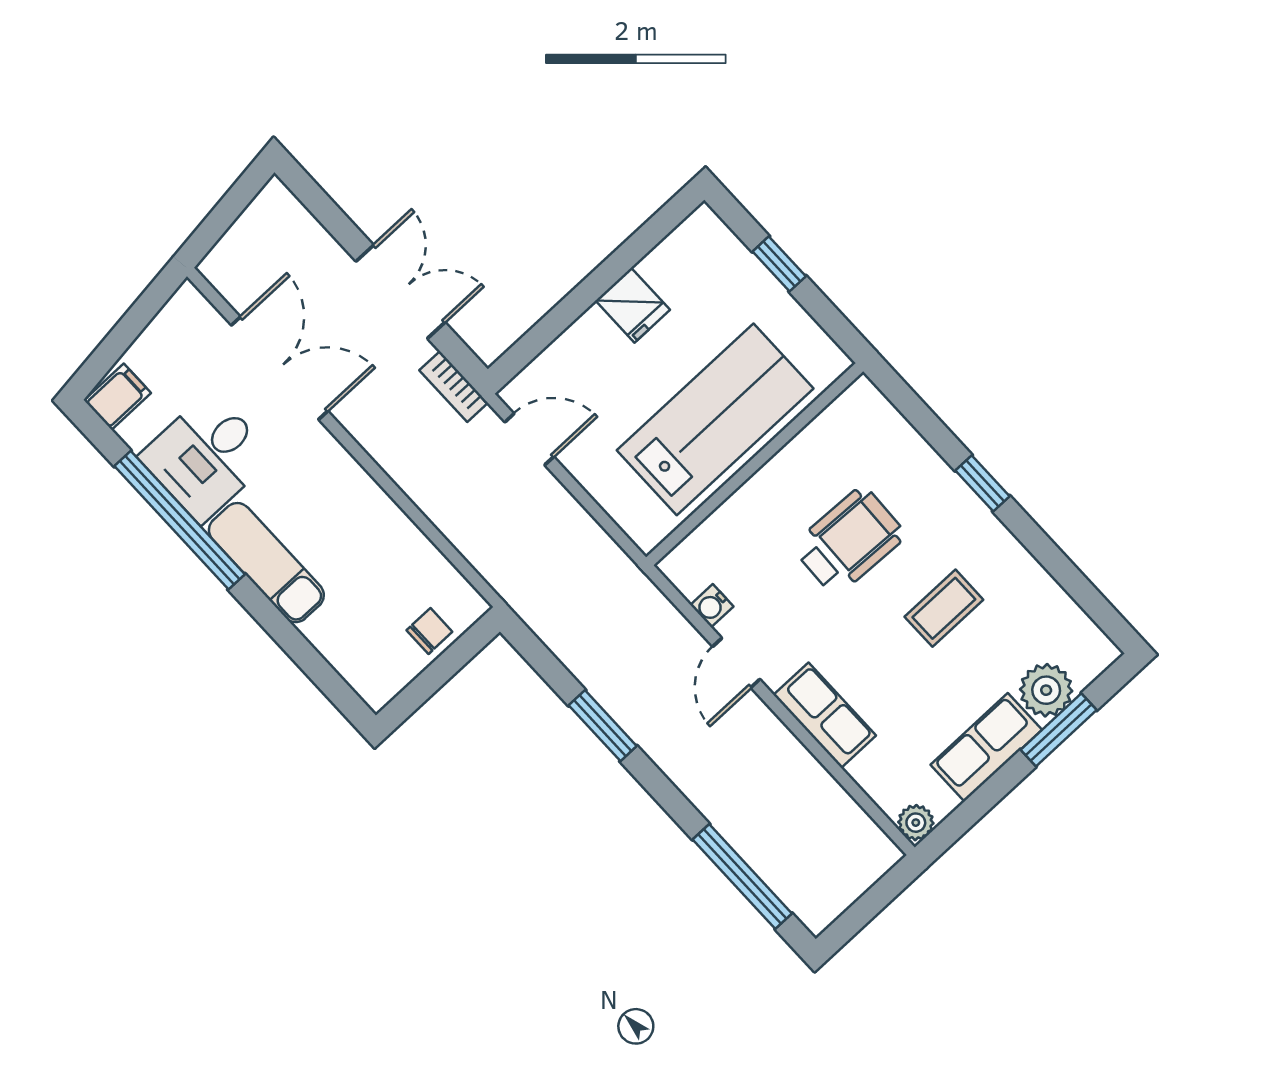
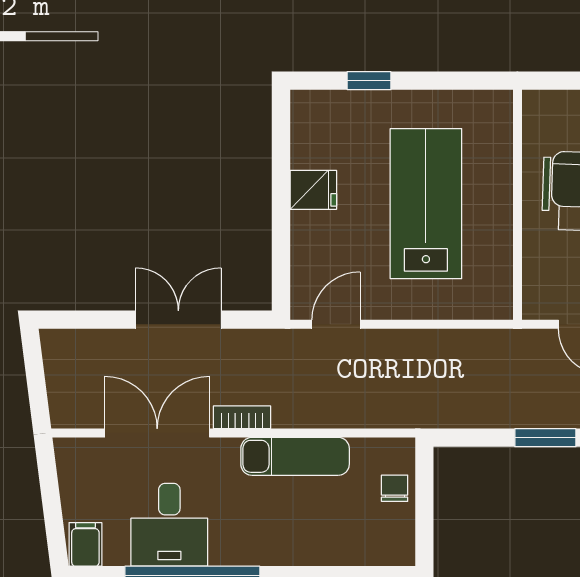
bookcase: (454, 386) -> (242, 417), moved, turned 180
wall: (755, 464) -> (517, 205), moved
exam couch: (266, 563) -> (295, 456), moved, turned 180
water cooler: (712, 606) -> (534, 308), removed

